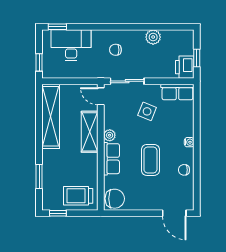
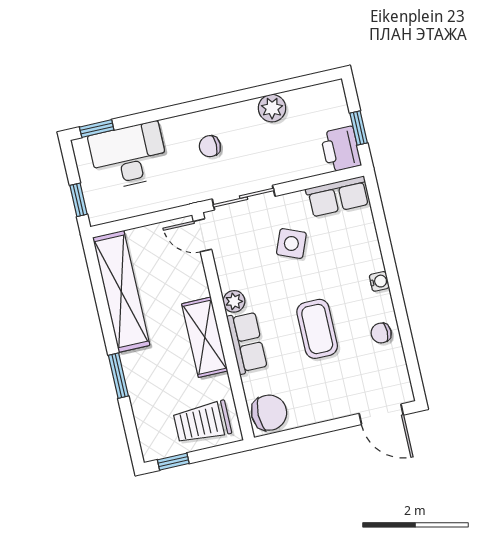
shelving: (90, 132) -> (205, 337), moved
window: (39, 177) -> (118, 376), moved

